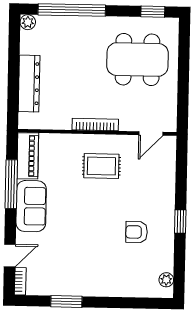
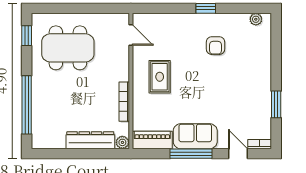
plant: (28, 22) -> (122, 142), moved
dining table: (137, 59) -> (68, 48), turned 90
bookcase: (95, 125) -> (124, 102), moved
window: (11, 184) -> (191, 154), moved

